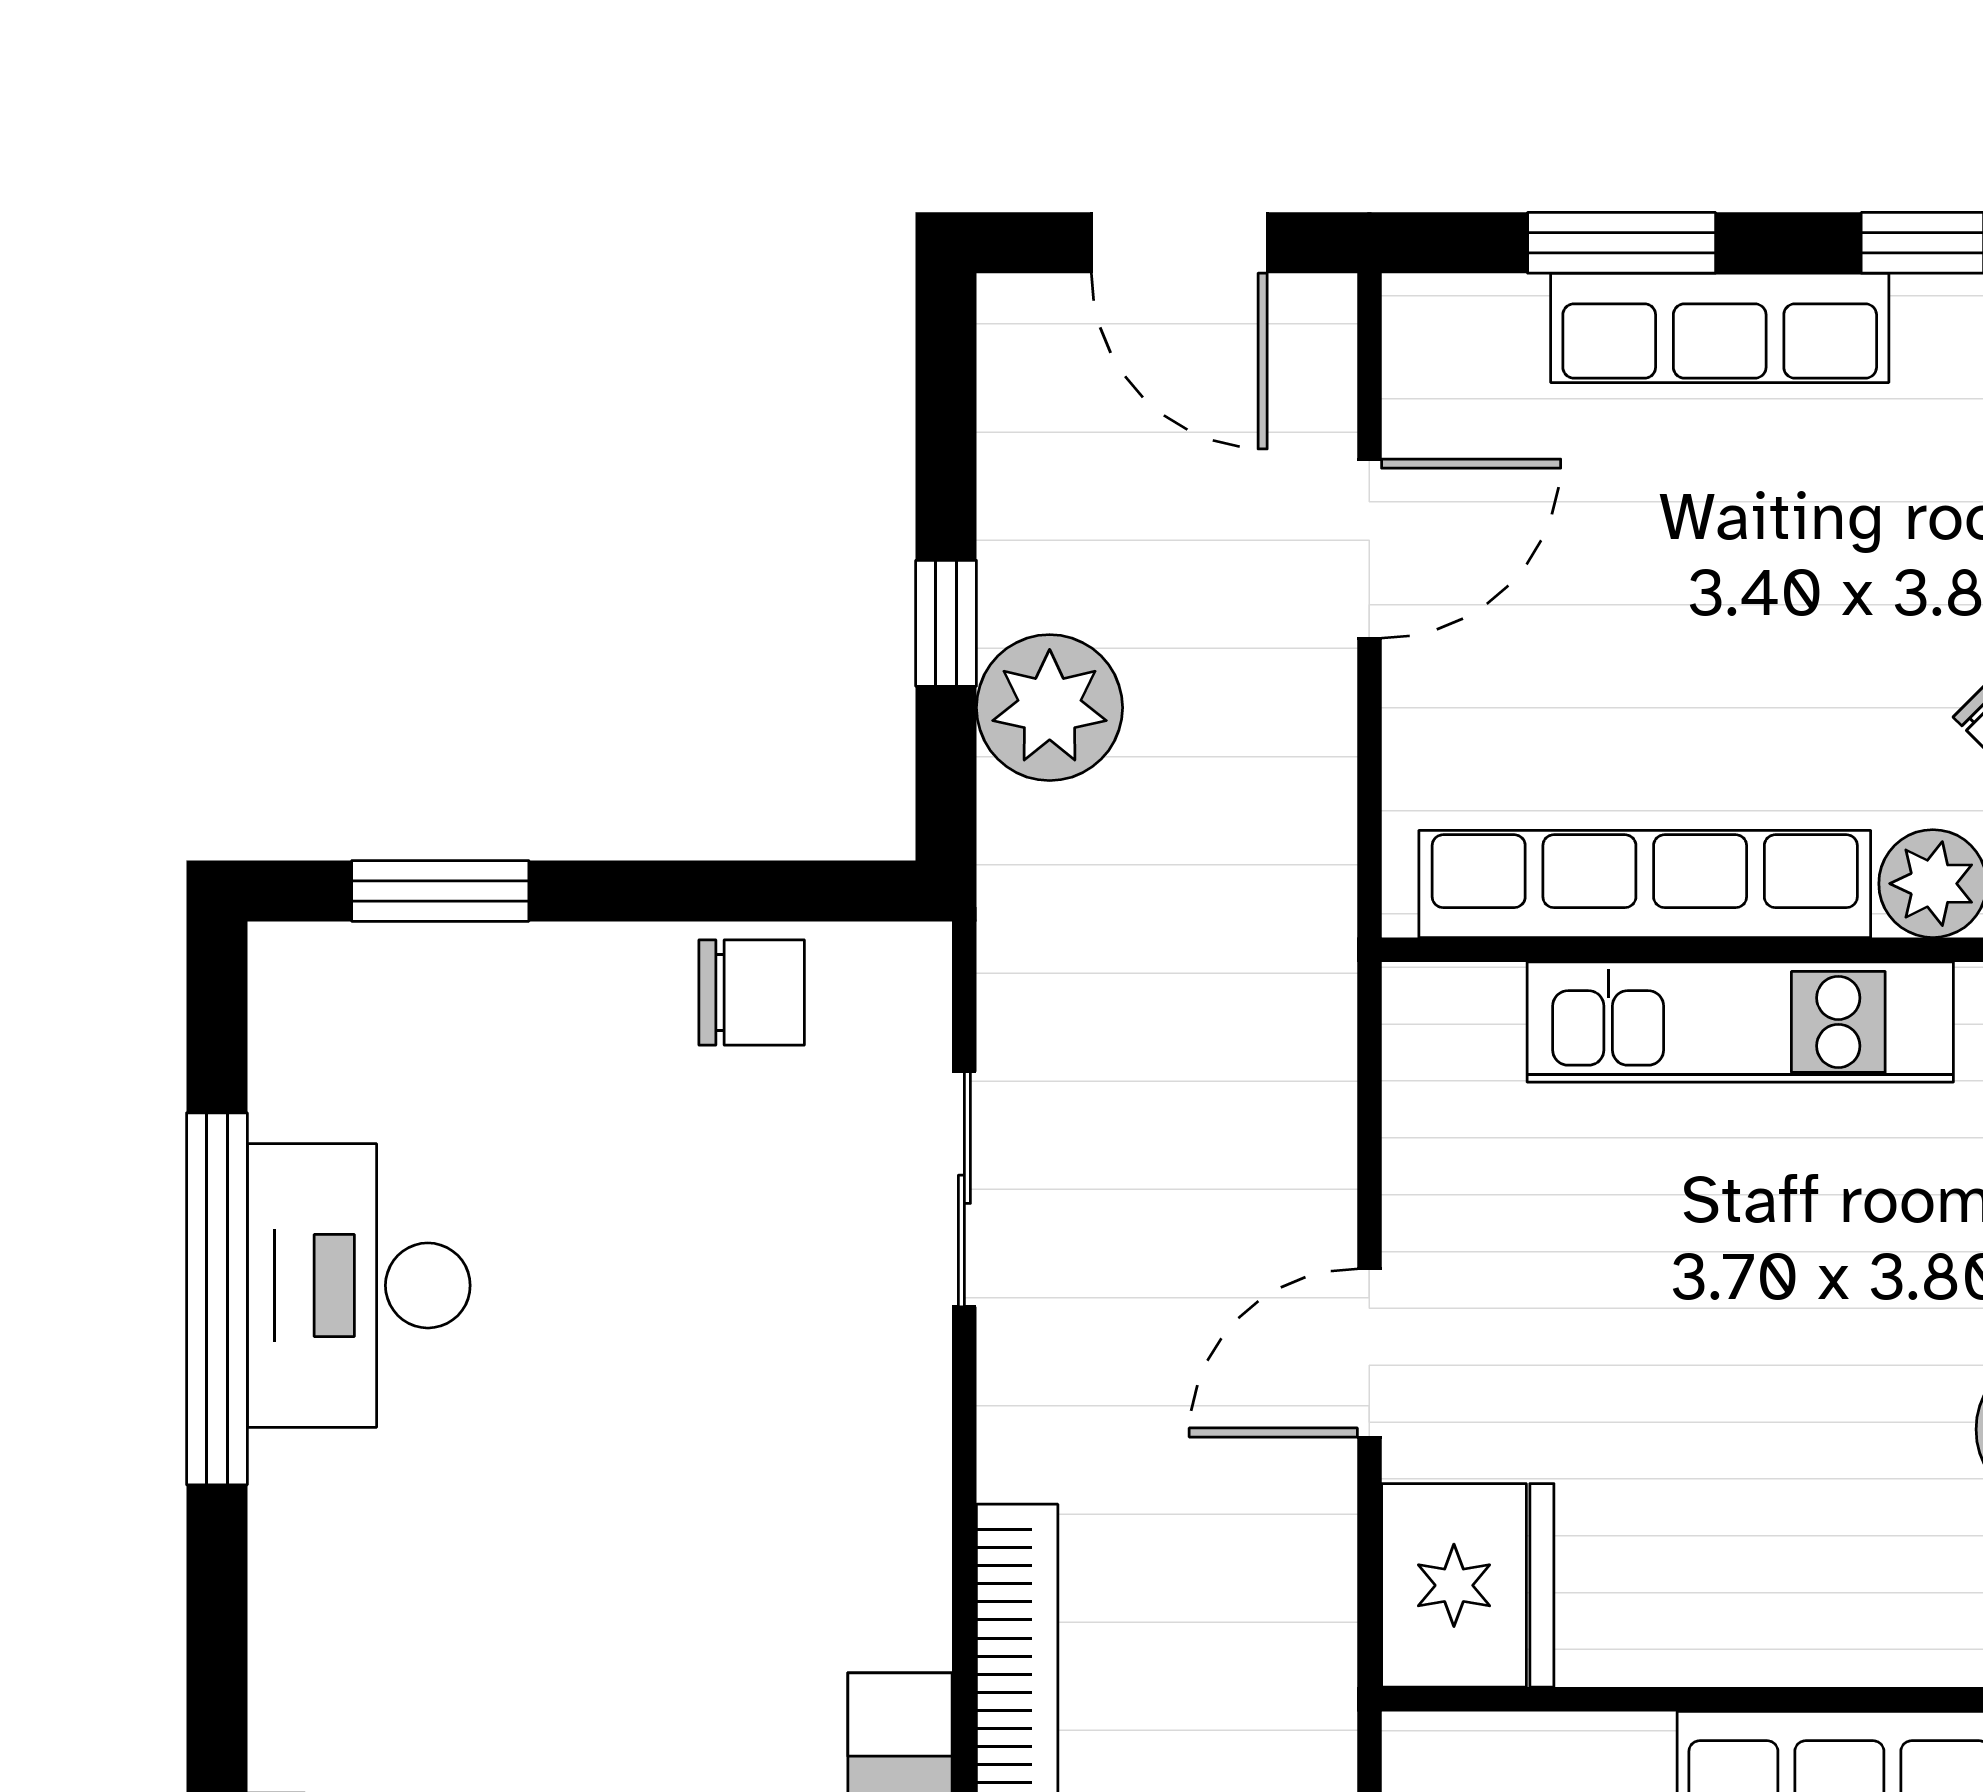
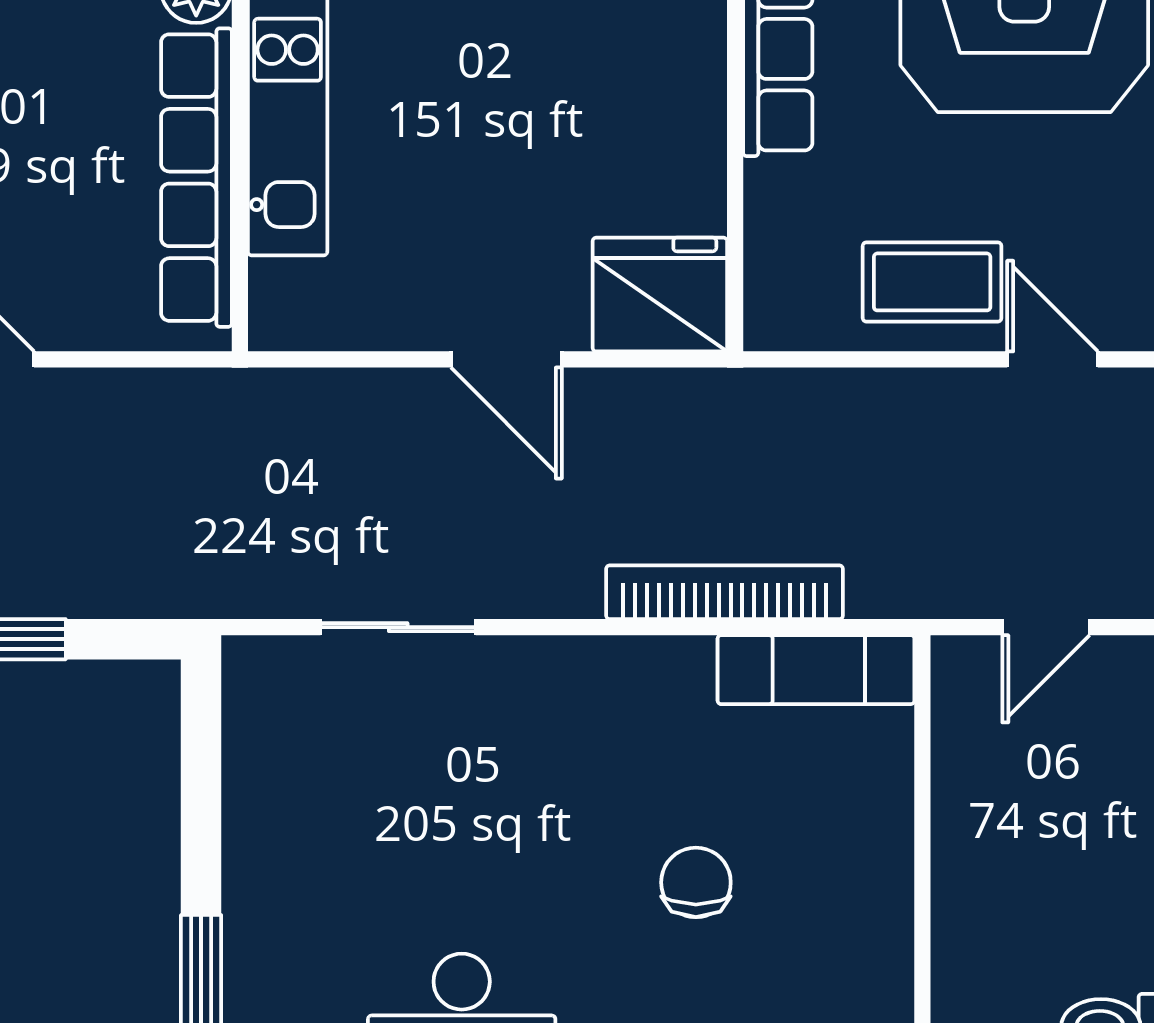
plant: (1050, 708) -> (80, 571), removed
chair: (752, 993) -> (696, 882), moved

